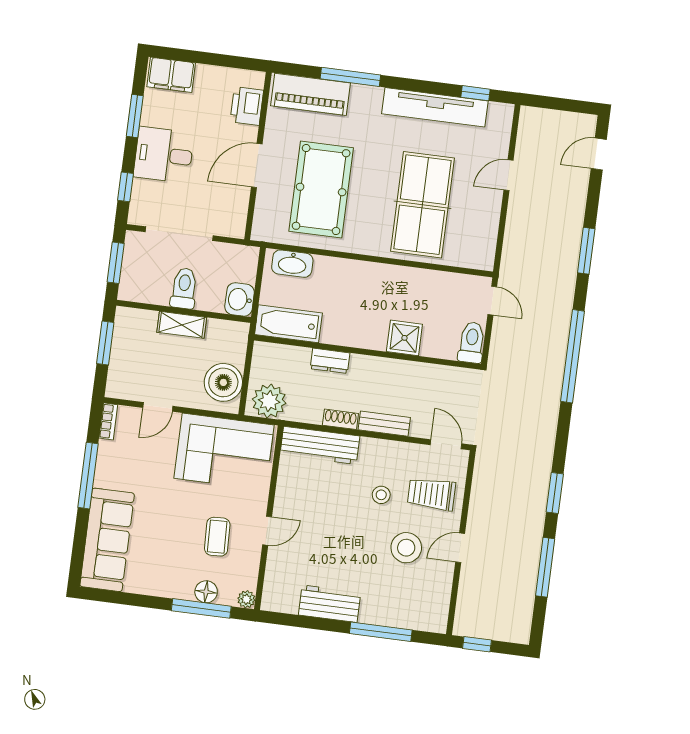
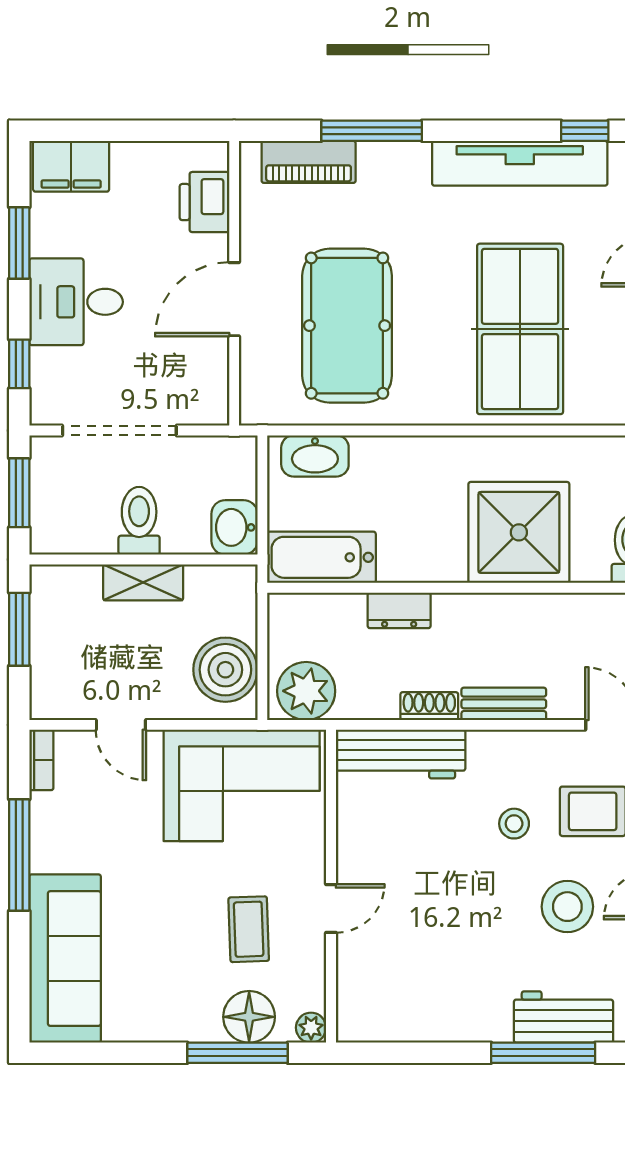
piano: (310, 94) -> (309, 162), width x0.73, depth x0.75
shower: (404, 338) -> (519, 532), width x1.86, depth x1.86
door: (158, 407) -> (121, 725), hinge flipped
floor lamp: (206, 592) -> (249, 1017), width x1.38, depth x1.38
workbench: (330, 604) -> (563, 1017), moved

